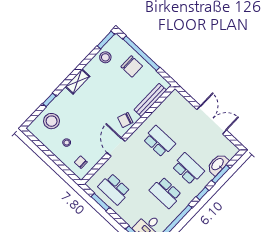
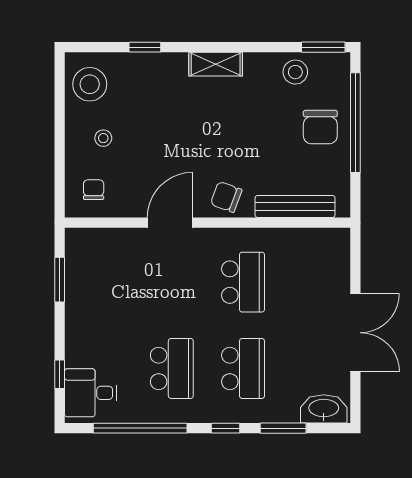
stool: (52, 121) -> (90, 84), moved
washbasin: (218, 164) -> (324, 409), moved
school desk: (114, 189) -> (101, 282), removed
school desk: (166, 193) -> (172, 368), turned 180

